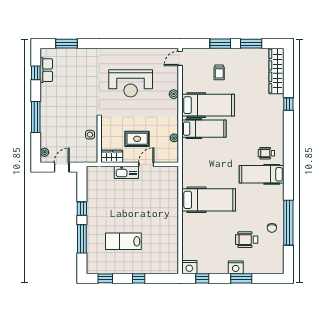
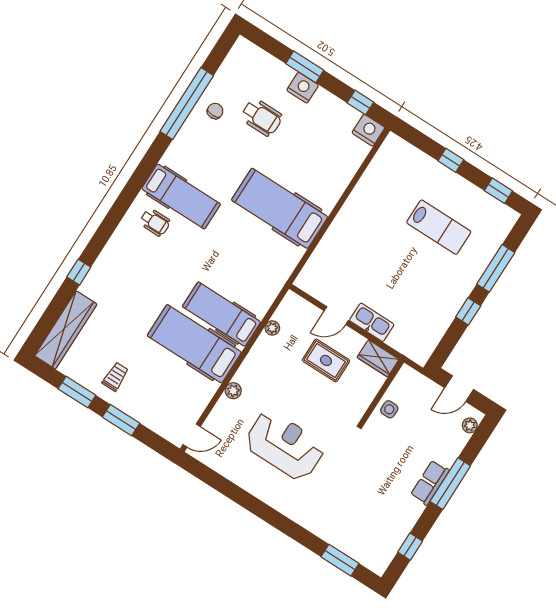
row of seats: (46, 70) -> (430, 483), moved
trolley: (219, 72) -> (115, 377), moved

